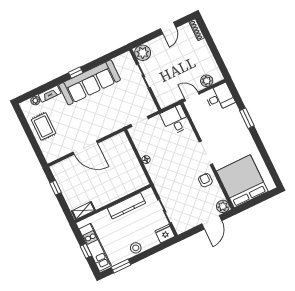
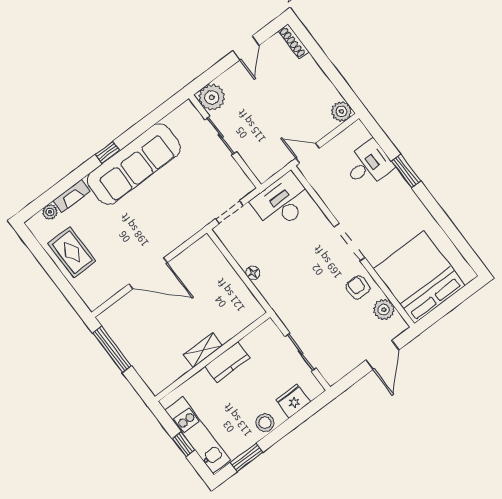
plant: (207, 81) -> (342, 112), moved
desk: (220, 97) -> (368, 165), moved
desk: (175, 120) -> (282, 202), width x1.37
window: (55, 188) -> (112, 350), width x2.17
kitchen counter: (126, 206) -> (227, 362), width x0.67
plant: (223, 206) -> (384, 310), moved
shelving: (83, 211) -> (203, 350), moved
fridge: (165, 234) -> (293, 401), moved

